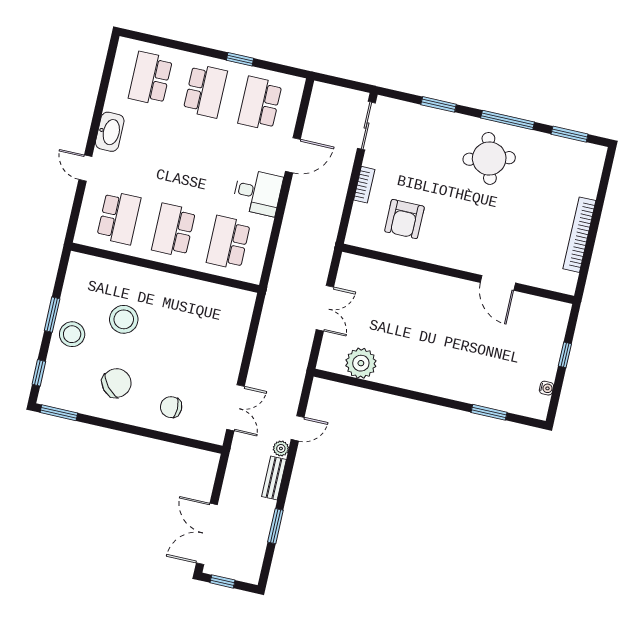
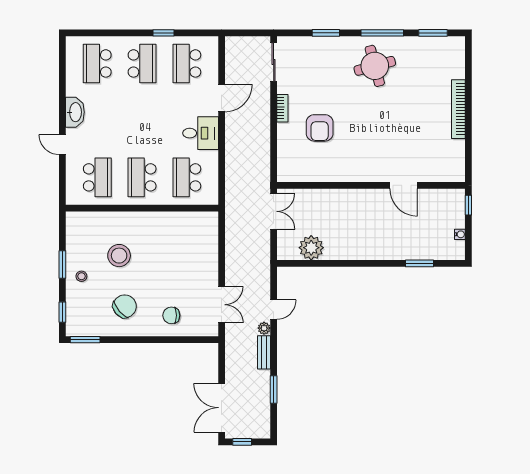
wall: (458, 274) -> (371, 185), moved
door: (498, 283) -> (404, 185), moved
stool: (72, 334) -> (81, 276), width x0.53, depth x0.53

